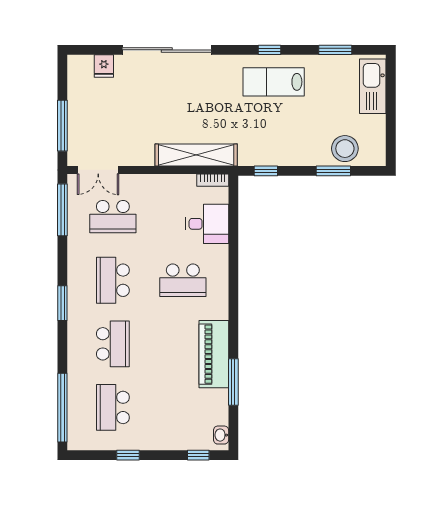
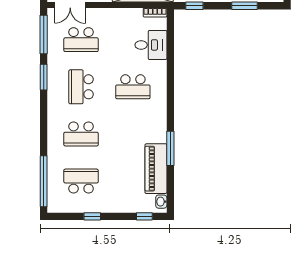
window: (62, 303) -> (44, 77), moved
school desk: (113, 344) -> (81, 134), turned 90
piano: (214, 354) -> (156, 169), moved
window: (233, 382) -> (170, 148), moved
school desk: (113, 407) -> (81, 181), turned 90

